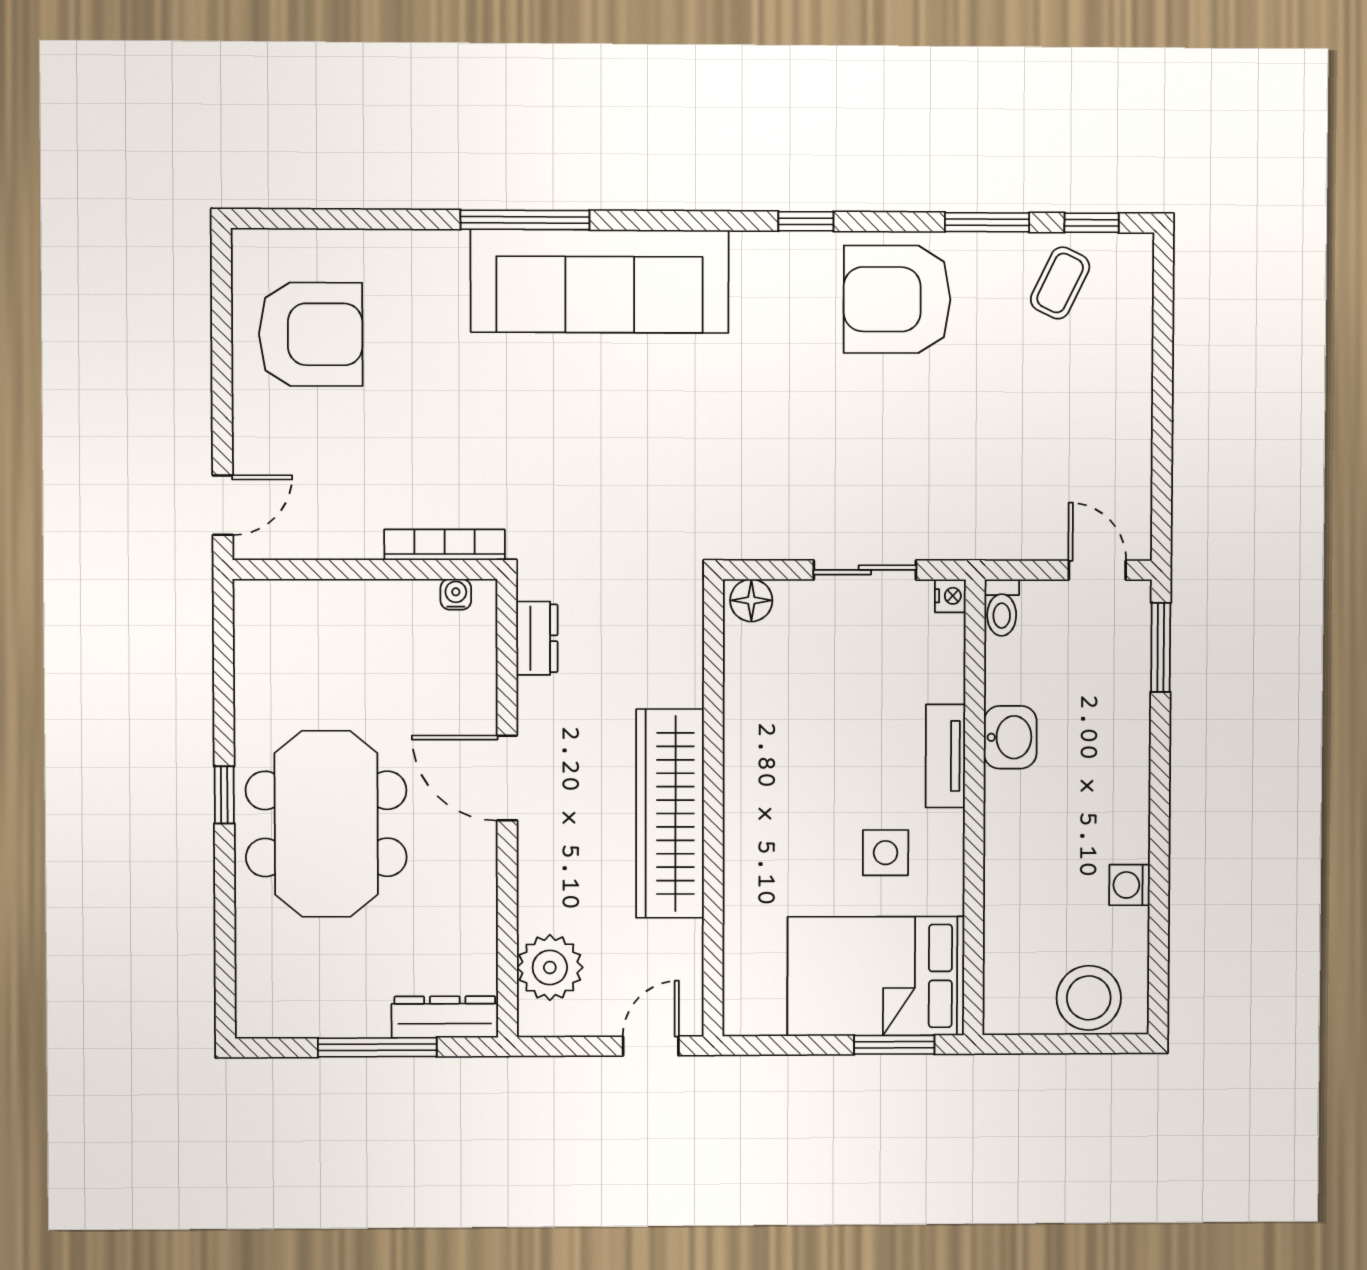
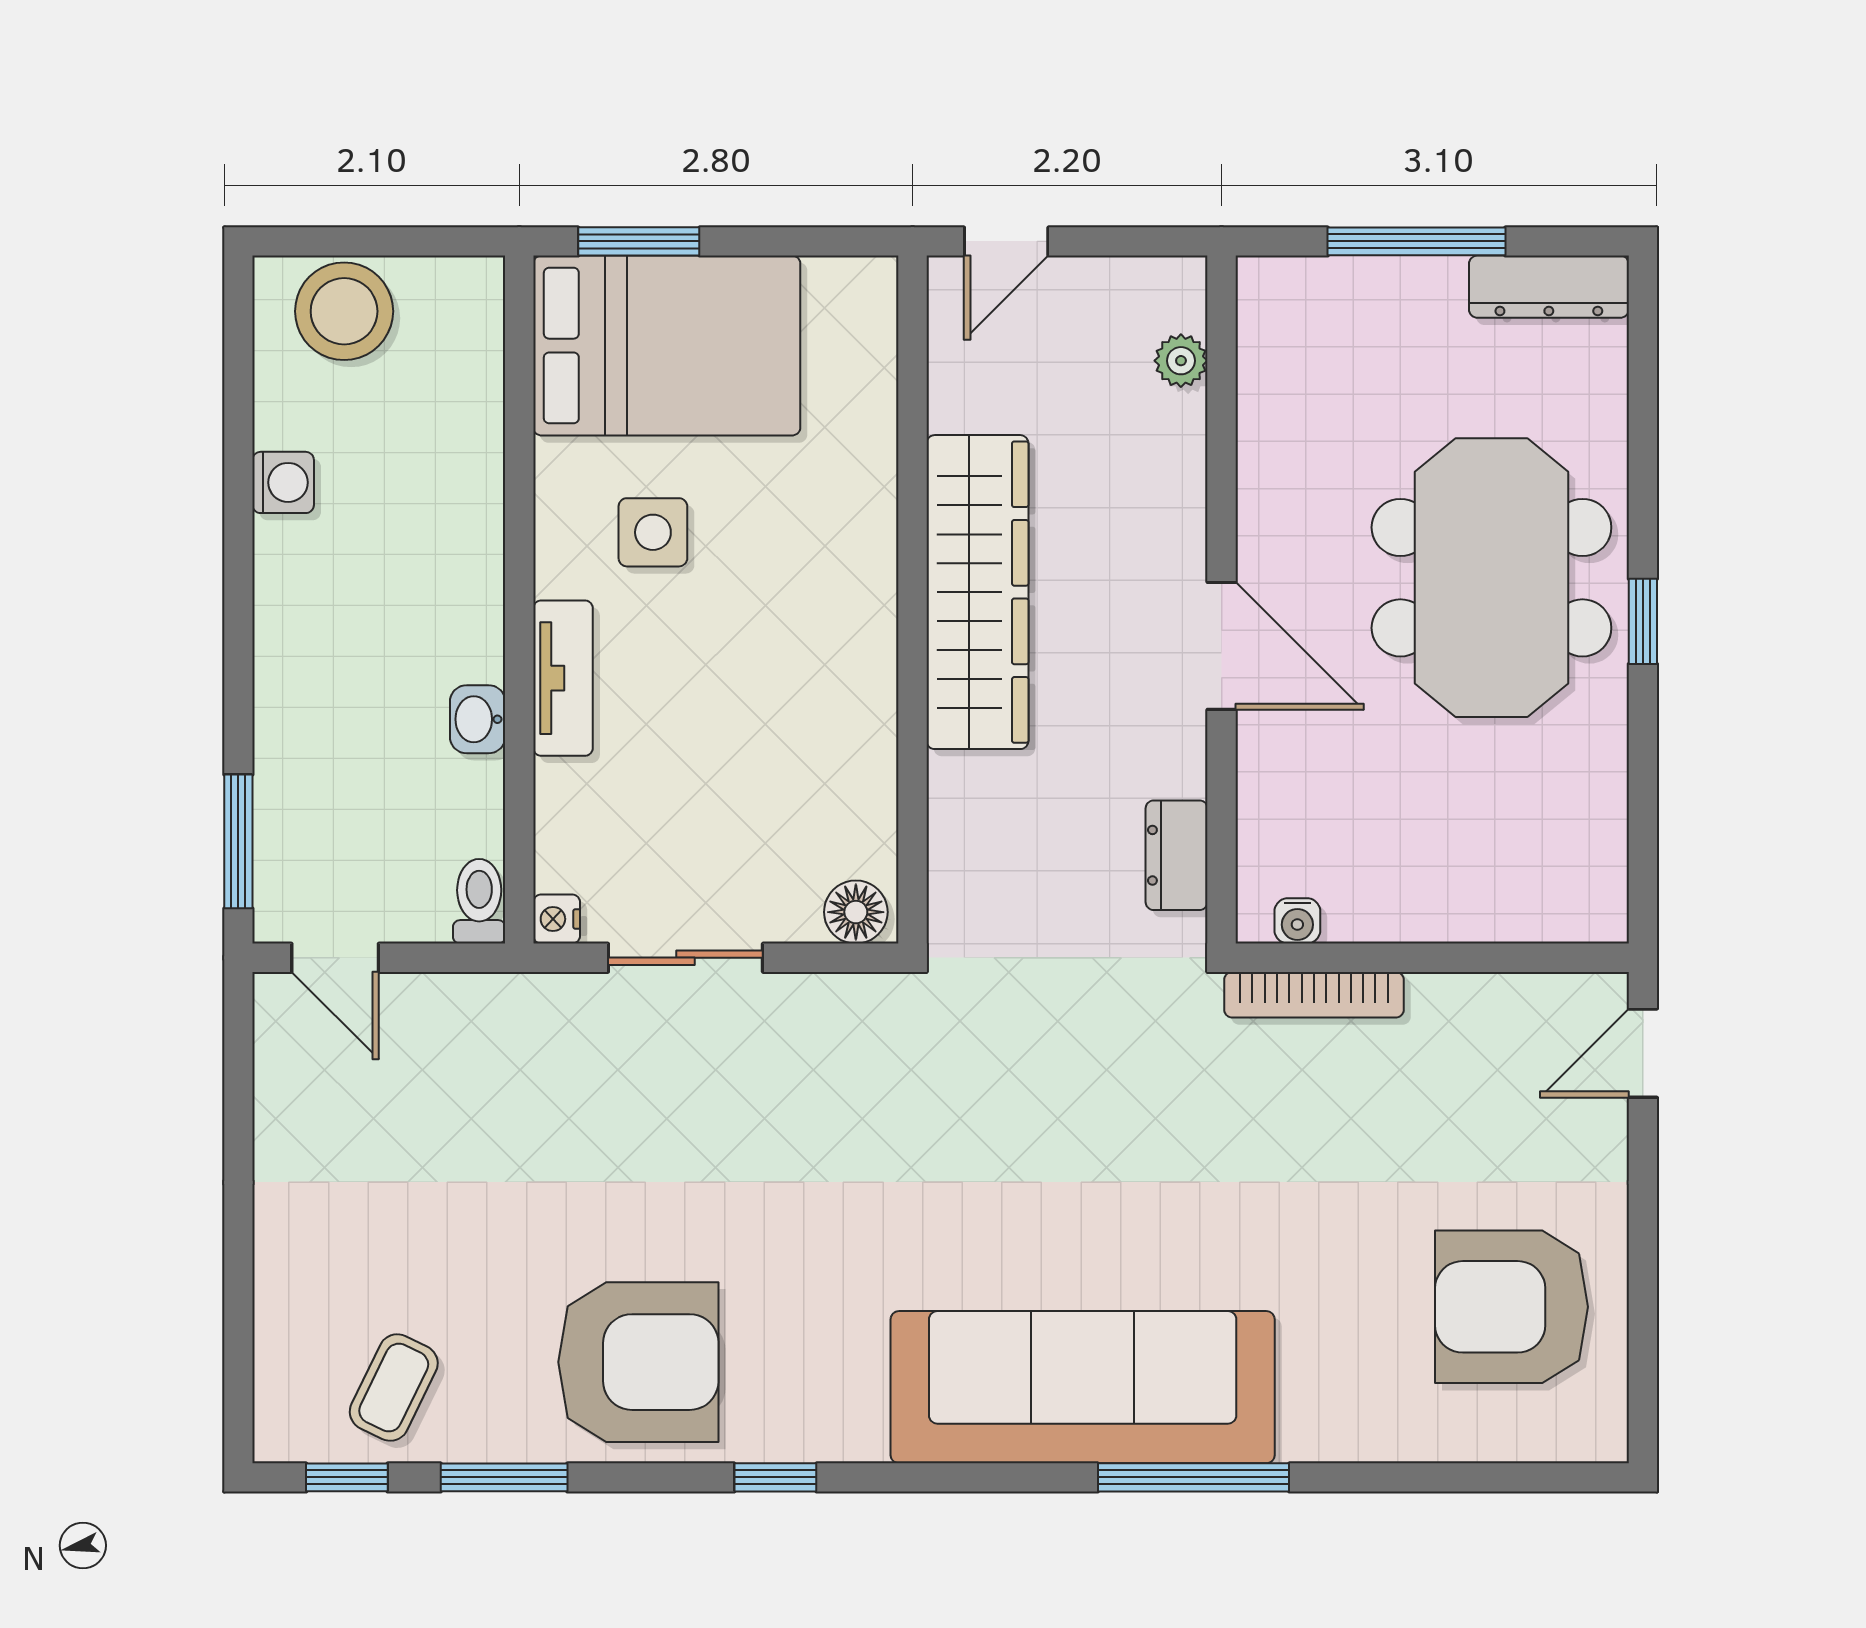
washbasin: (1010, 737) -> (478, 719), width x0.72, depth x0.69
plant: (550, 967) -> (1181, 361), width x0.53, depth x0.53
dresser: (445, 1017) -> (1549, 287), moved

